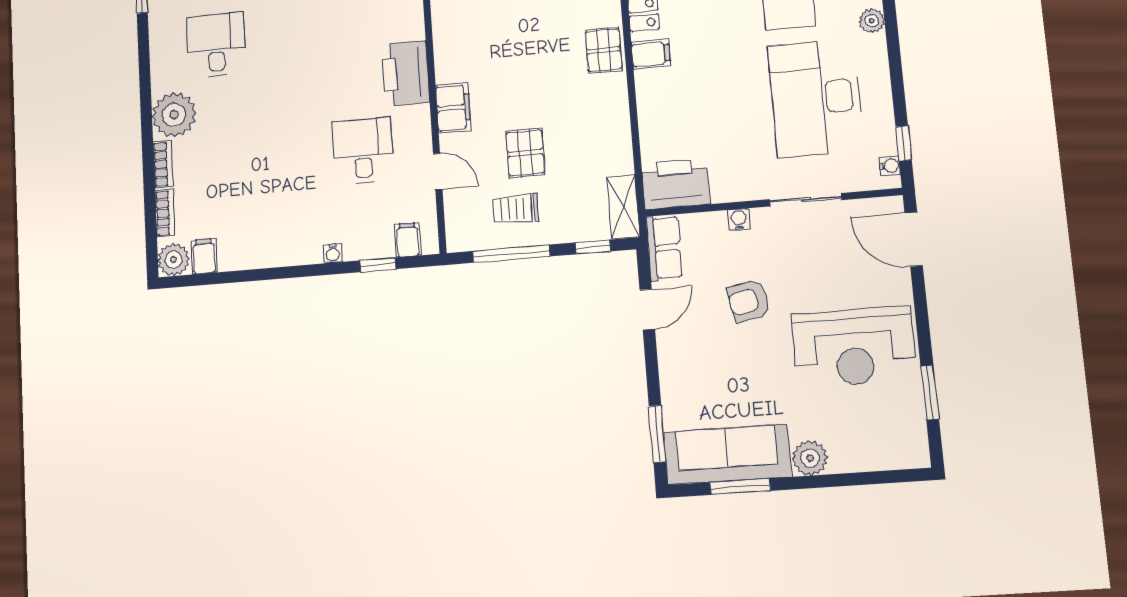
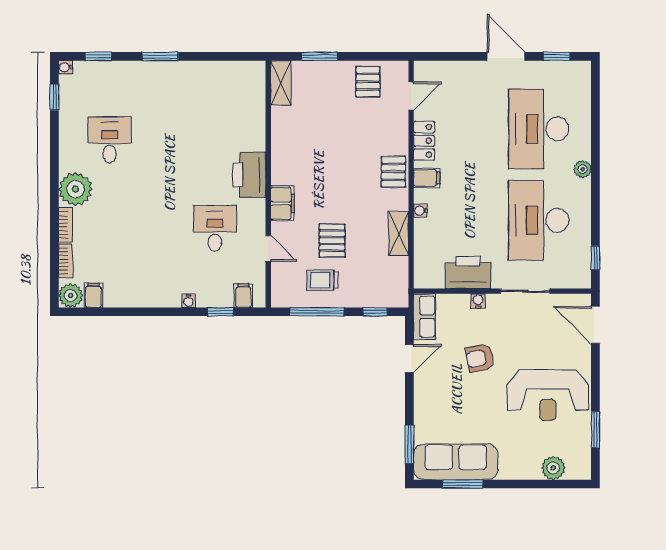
water cooler: (890, 166) -> (420, 211), moved, turned 180
printer: (675, 184) -> (468, 272), moved
shelving: (623, 207) -> (399, 233), moved
plant: (810, 458) -> (553, 468), moved

